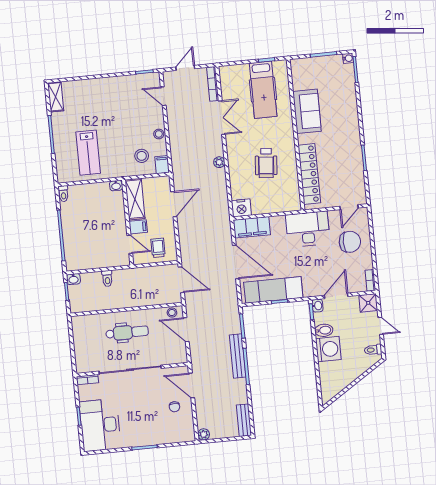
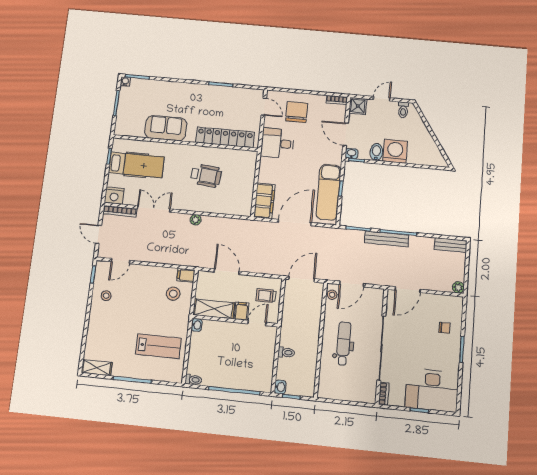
stool: (159, 134) -> (106, 296), moved
nightstand: (241, 208) -> (114, 196), moved, turned 90
desk: (308, 229) -> (277, 143), width x0.73
chair: (174, 407) -> (444, 328), moved

